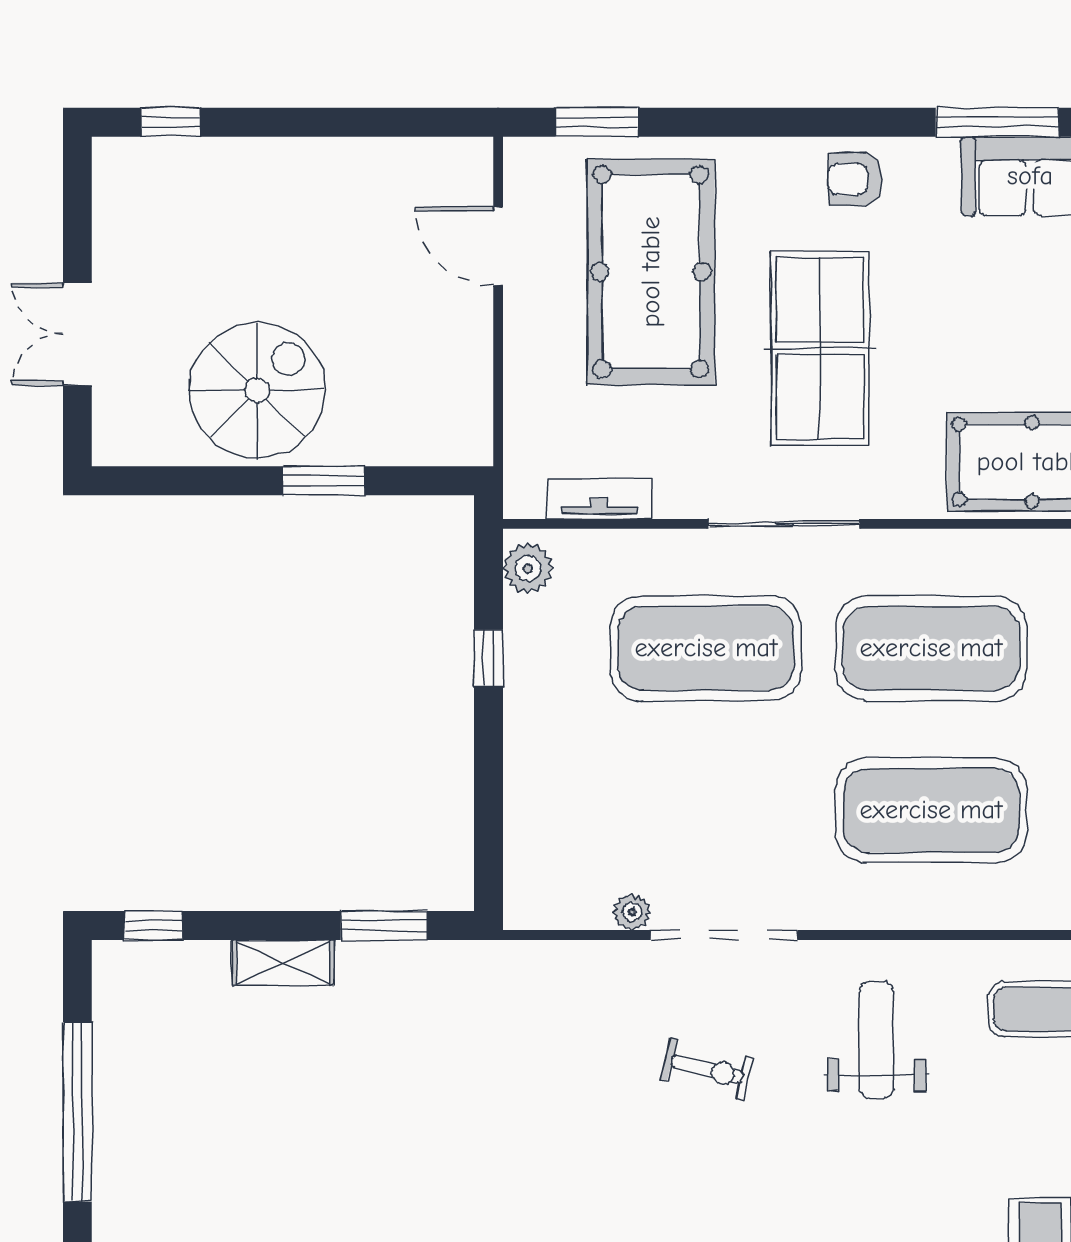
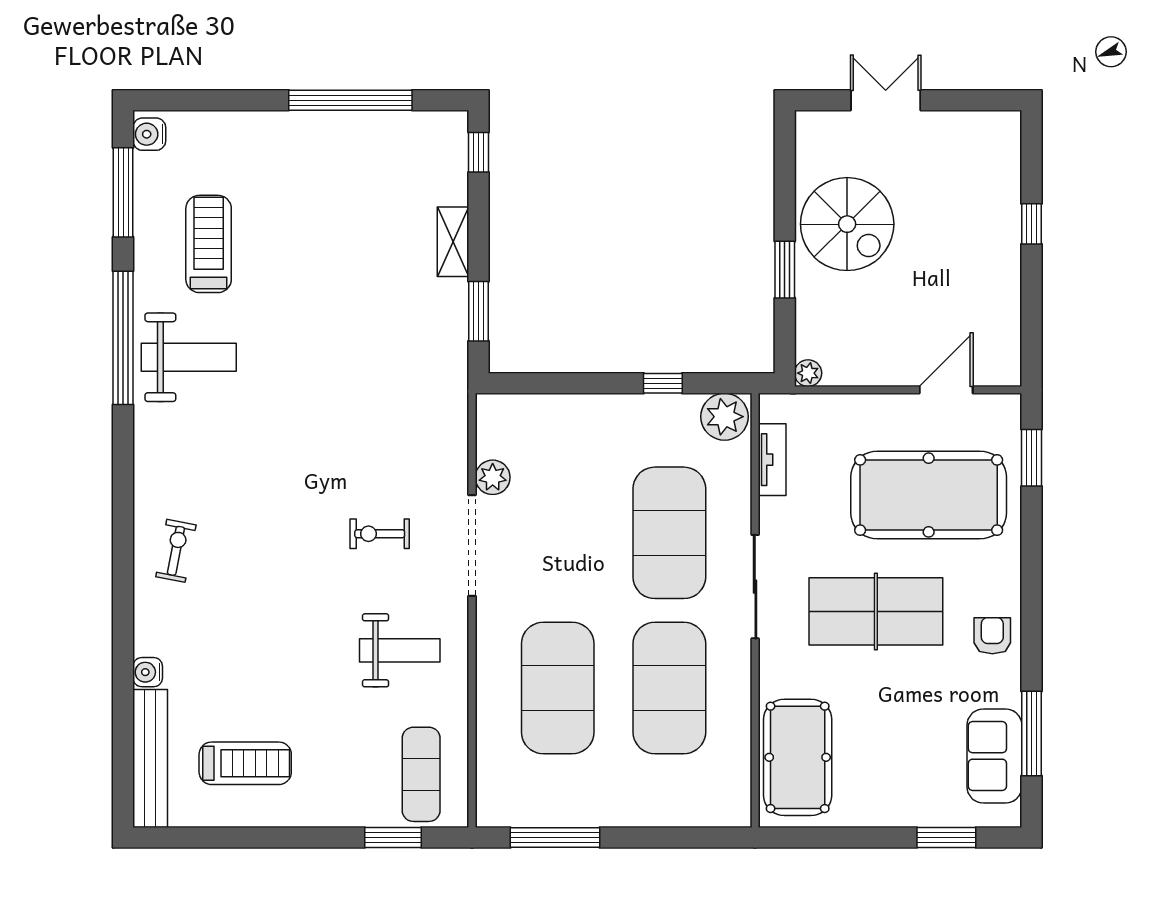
window: (171, 122) -> (1032, 224), moved
plant: (474, 447) -> (808, 373), added
plant: (528, 568) -> (724, 417), width x1.36, depth x1.36
plant: (632, 912) -> (493, 477), width x1.38, depth x1.38
exercise bike: (707, 1069) -> (380, 534), turned 76

